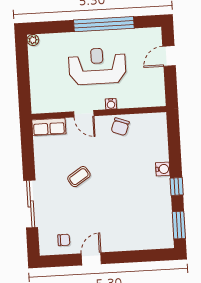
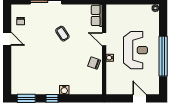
door: (84, 114) -> (104, 39), hinge flipped

